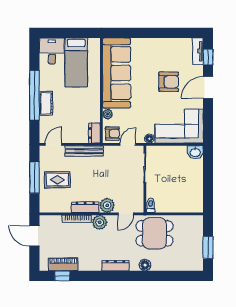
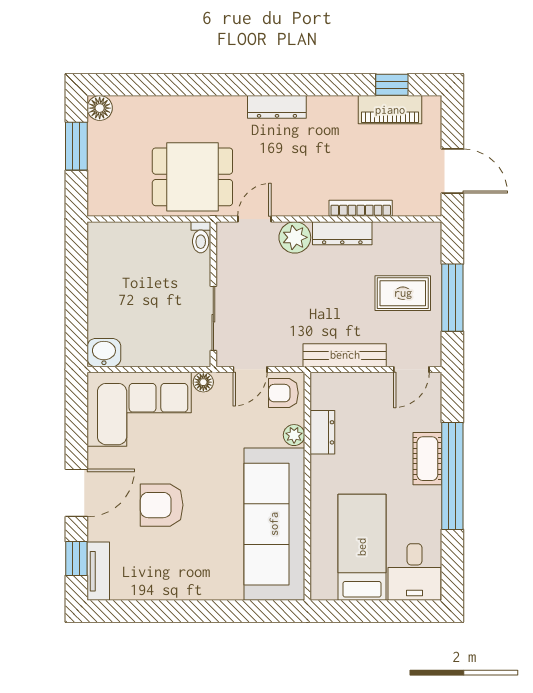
dresser: (94, 133) -> (322, 432), moved
plant: (100, 222) -> (311, 201), removed
floor lamp: (145, 265) -> (100, 108), moved

